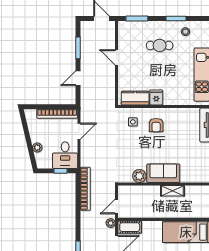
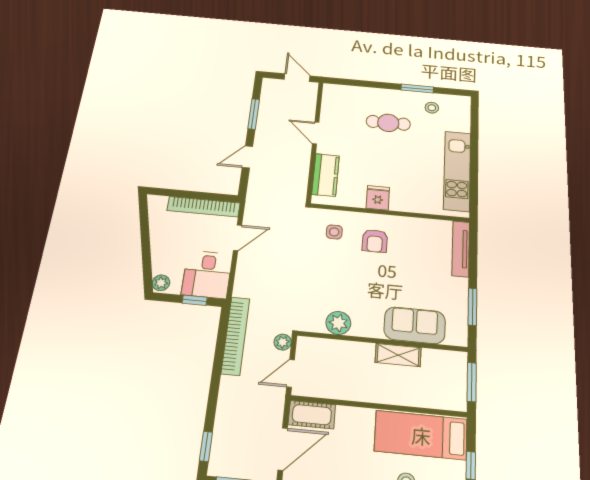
window: (137, 18) -> (354, 83), removed
kitchen counter: (135, 98) -> (326, 175), moved, turned 90
plant: (37, 148) -> (161, 283), moved
sofa: (163, 173) -> (415, 325), moved
plant: (111, 223) -> (283, 342), moved

